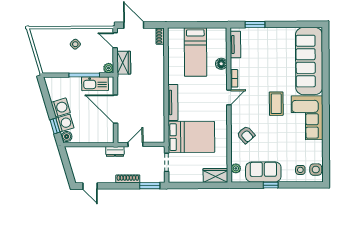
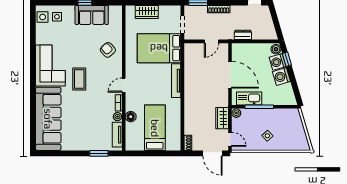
dresser: (115, 151) -> (243, 35), moved
plant: (236, 168) -> (117, 117), moved
wardrobe: (215, 175) -> (147, 12), moved

